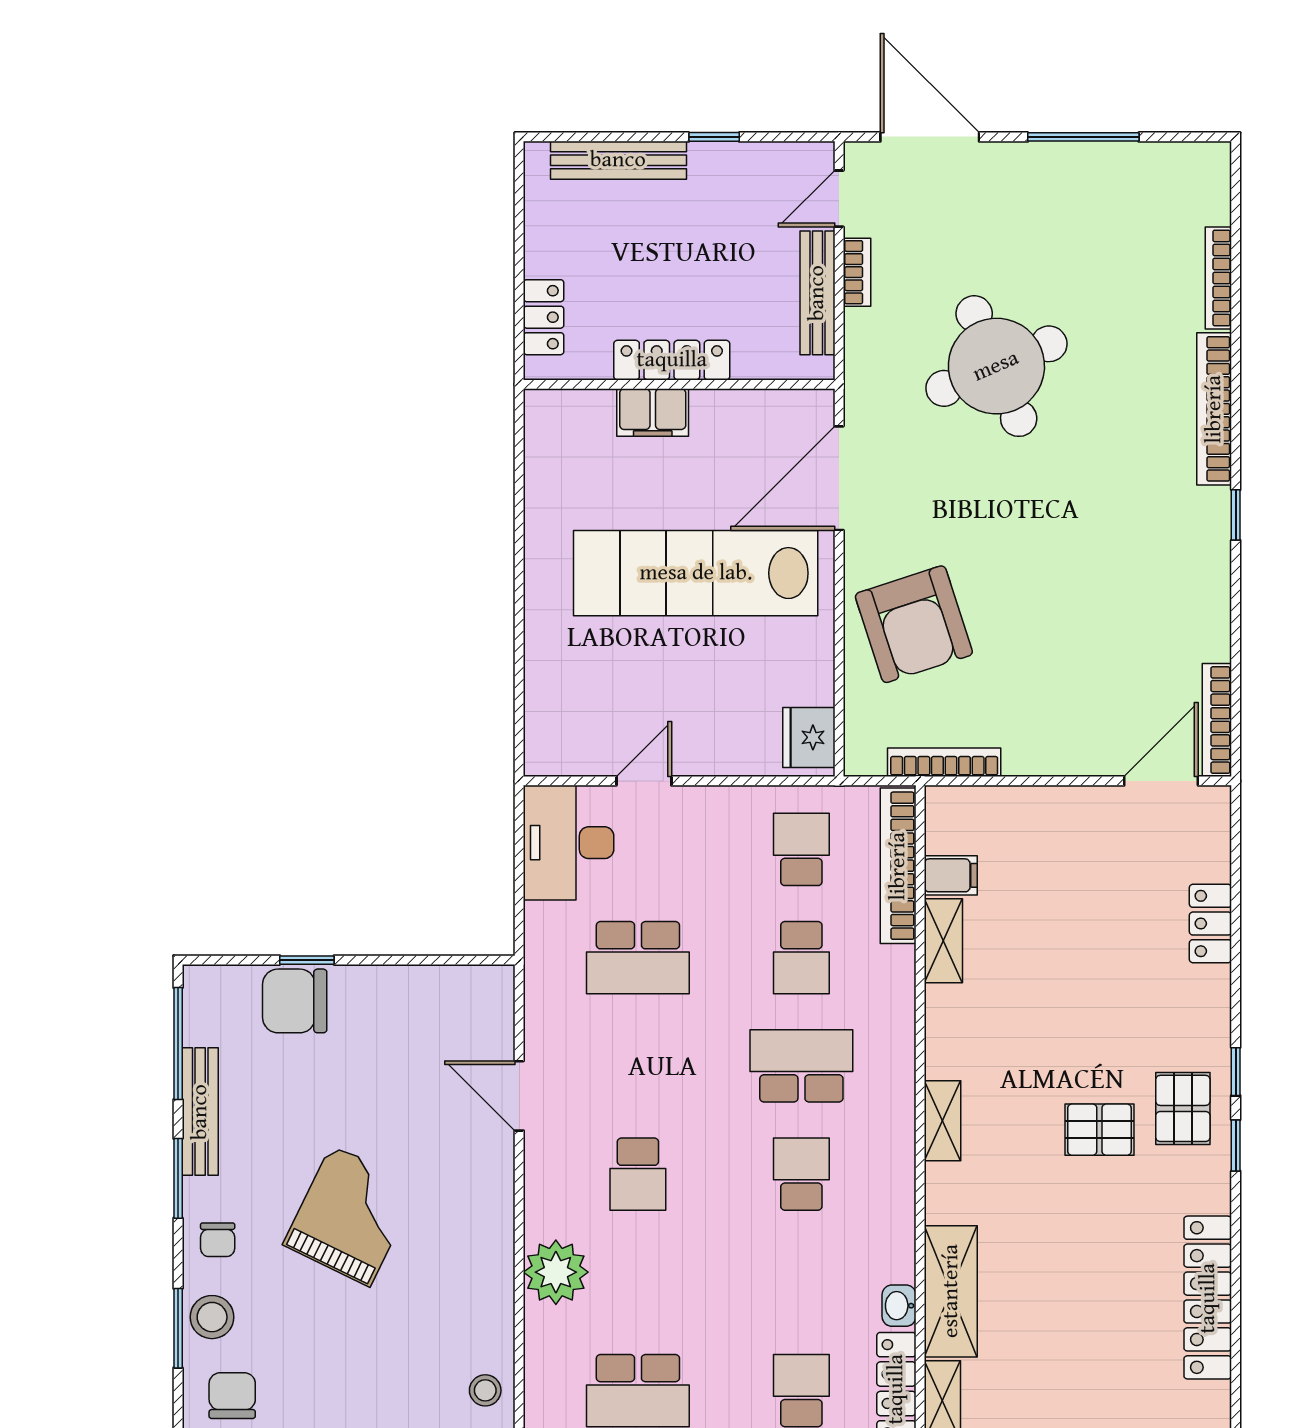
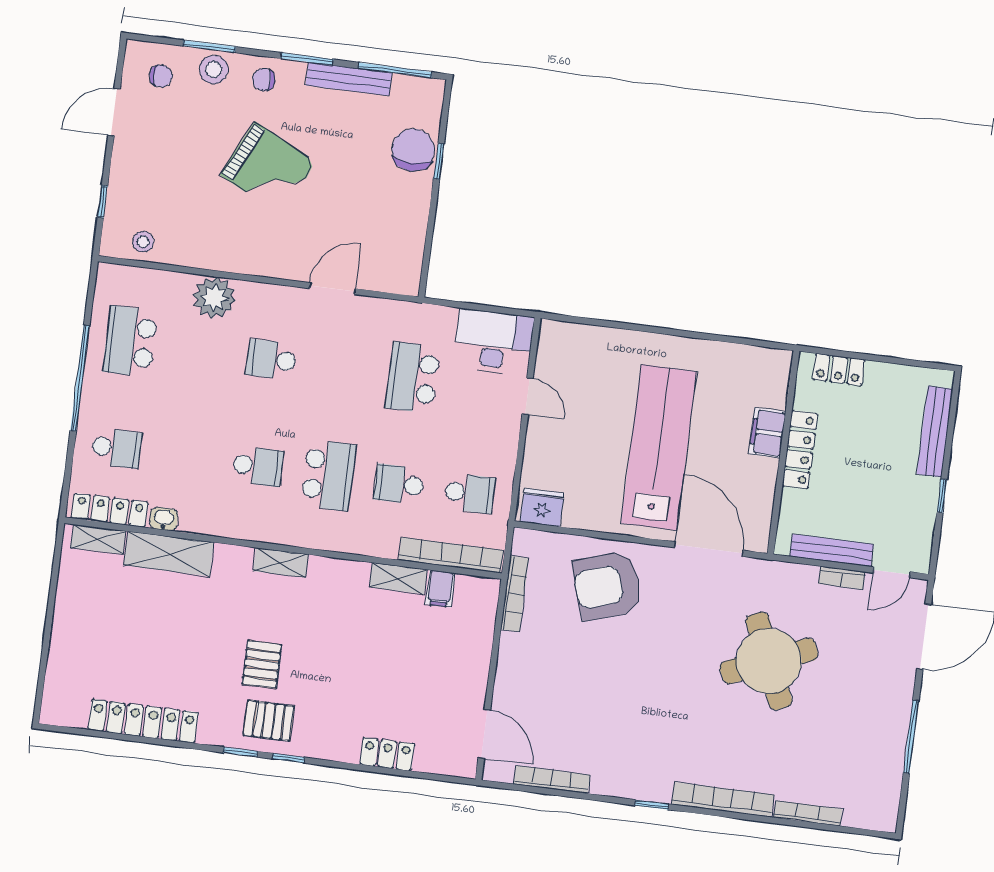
door: (839, 199) -> (891, 572), swing flipped
bookcase: (1217, 720) -> (552, 779), moved
chair: (232, 1396) -> (161, 76), width x0.73, depth x0.73

